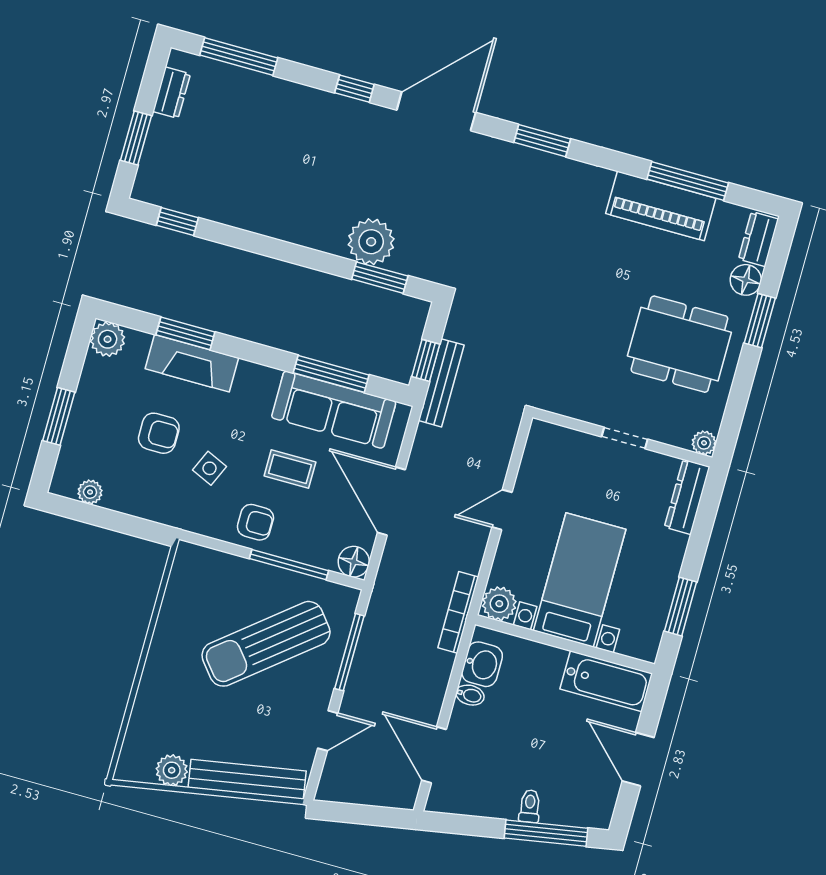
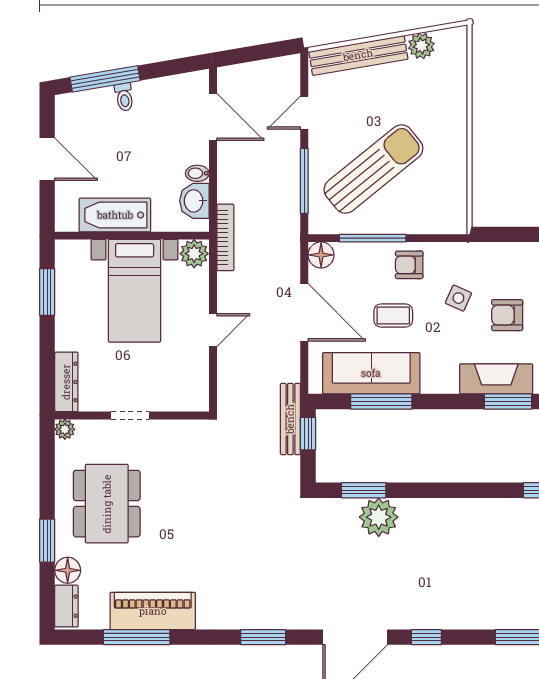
dining table: (679, 344) -> (107, 504), turned 90
bathtub: (606, 681) -> (115, 215), moved

